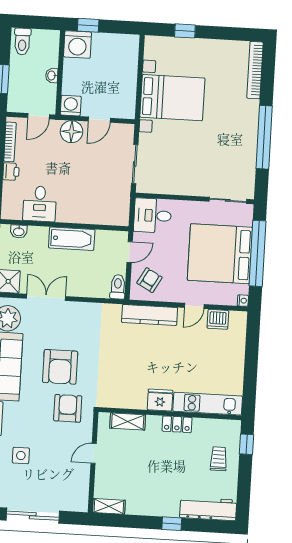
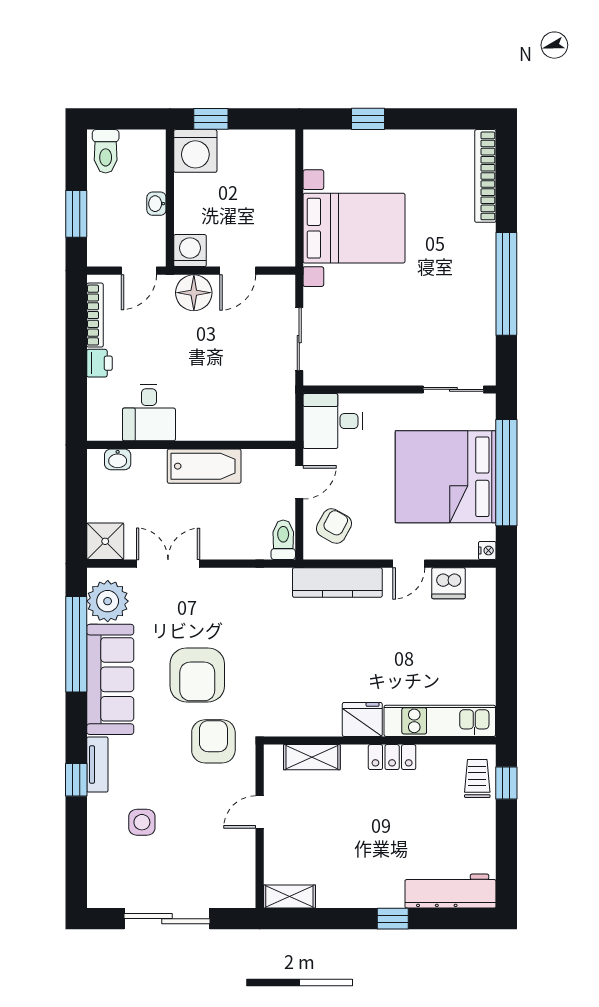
trolley: (219, 459) -> (477, 779), moved

